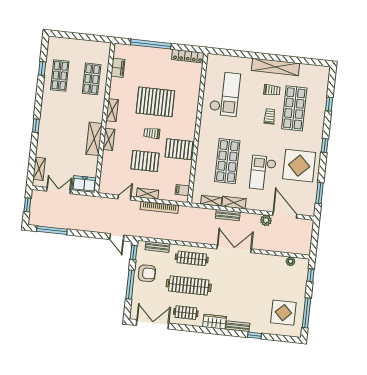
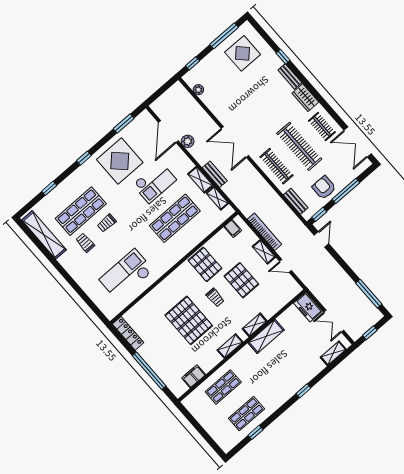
shelving: (276, 67) -> (44, 235), moved

